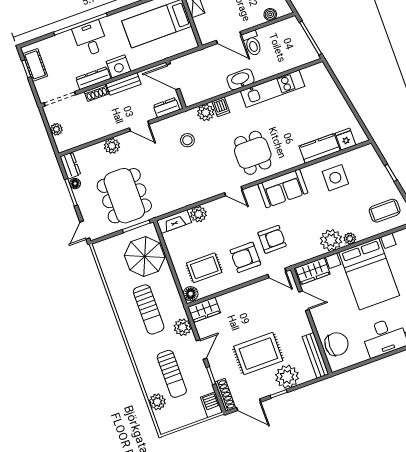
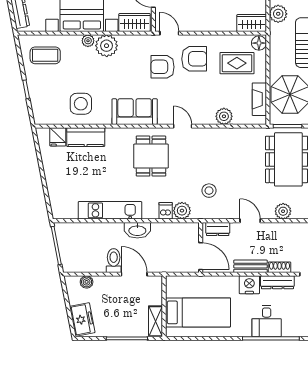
fireplace: (174, 222) -> (259, 99), moved, turned -90

